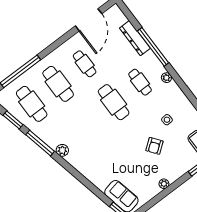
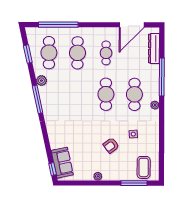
dresser: (135, 38) -> (154, 49), moved
cafe table: (140, 82) -> (134, 94), width x1.37, depth x1.35
window: (40, 143) -> (38, 99), moved
plant: (62, 150) -> (41, 81), moved

